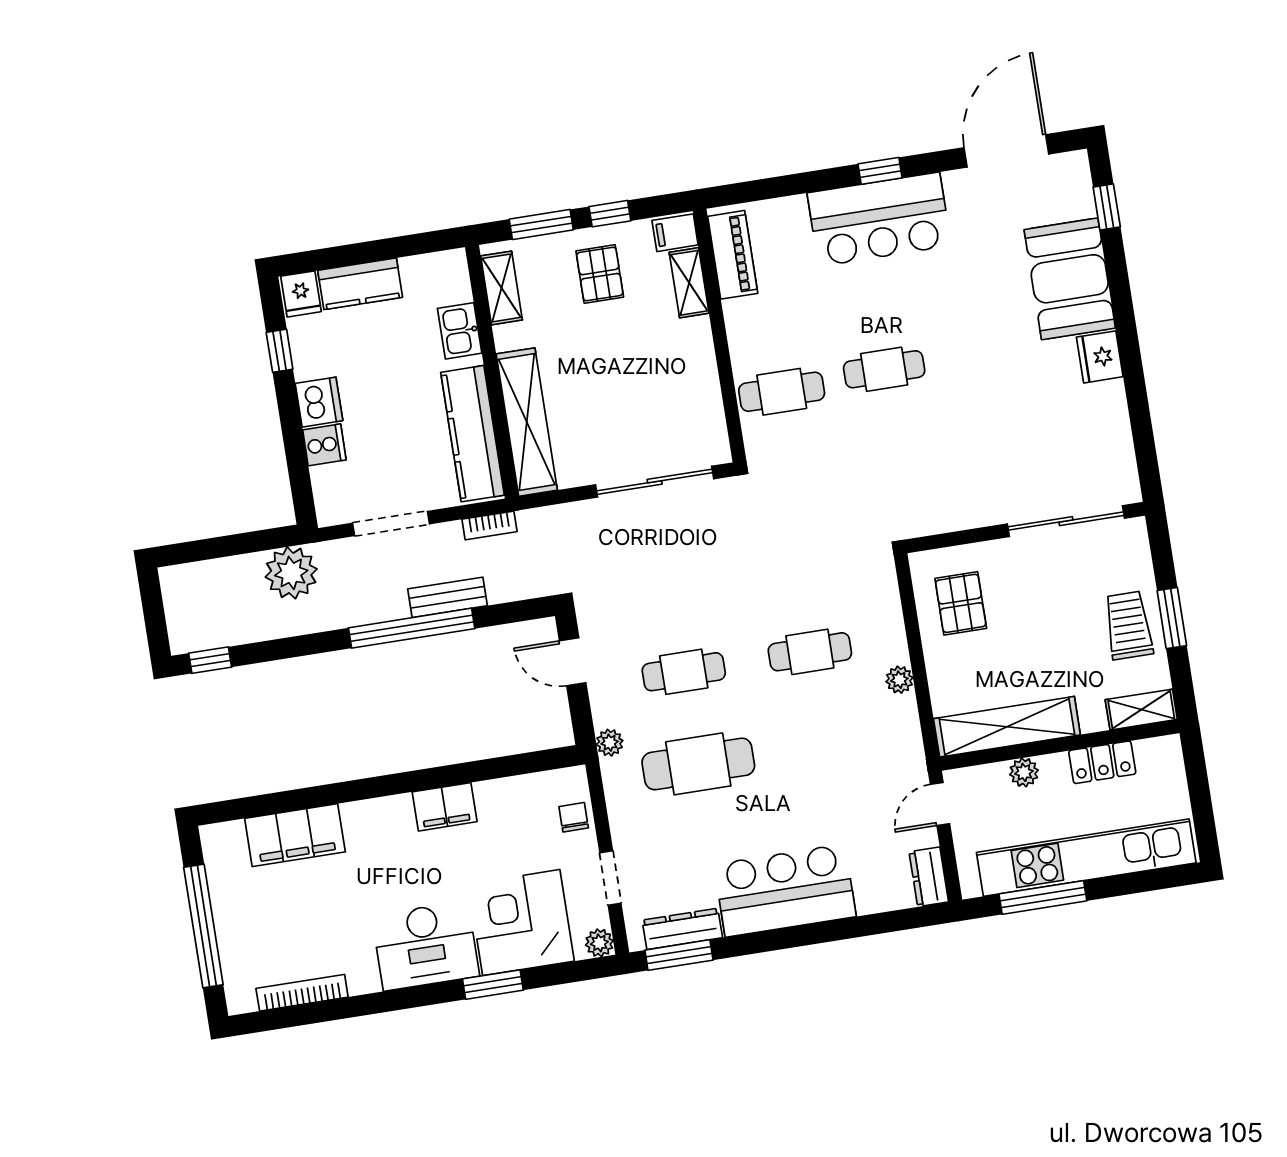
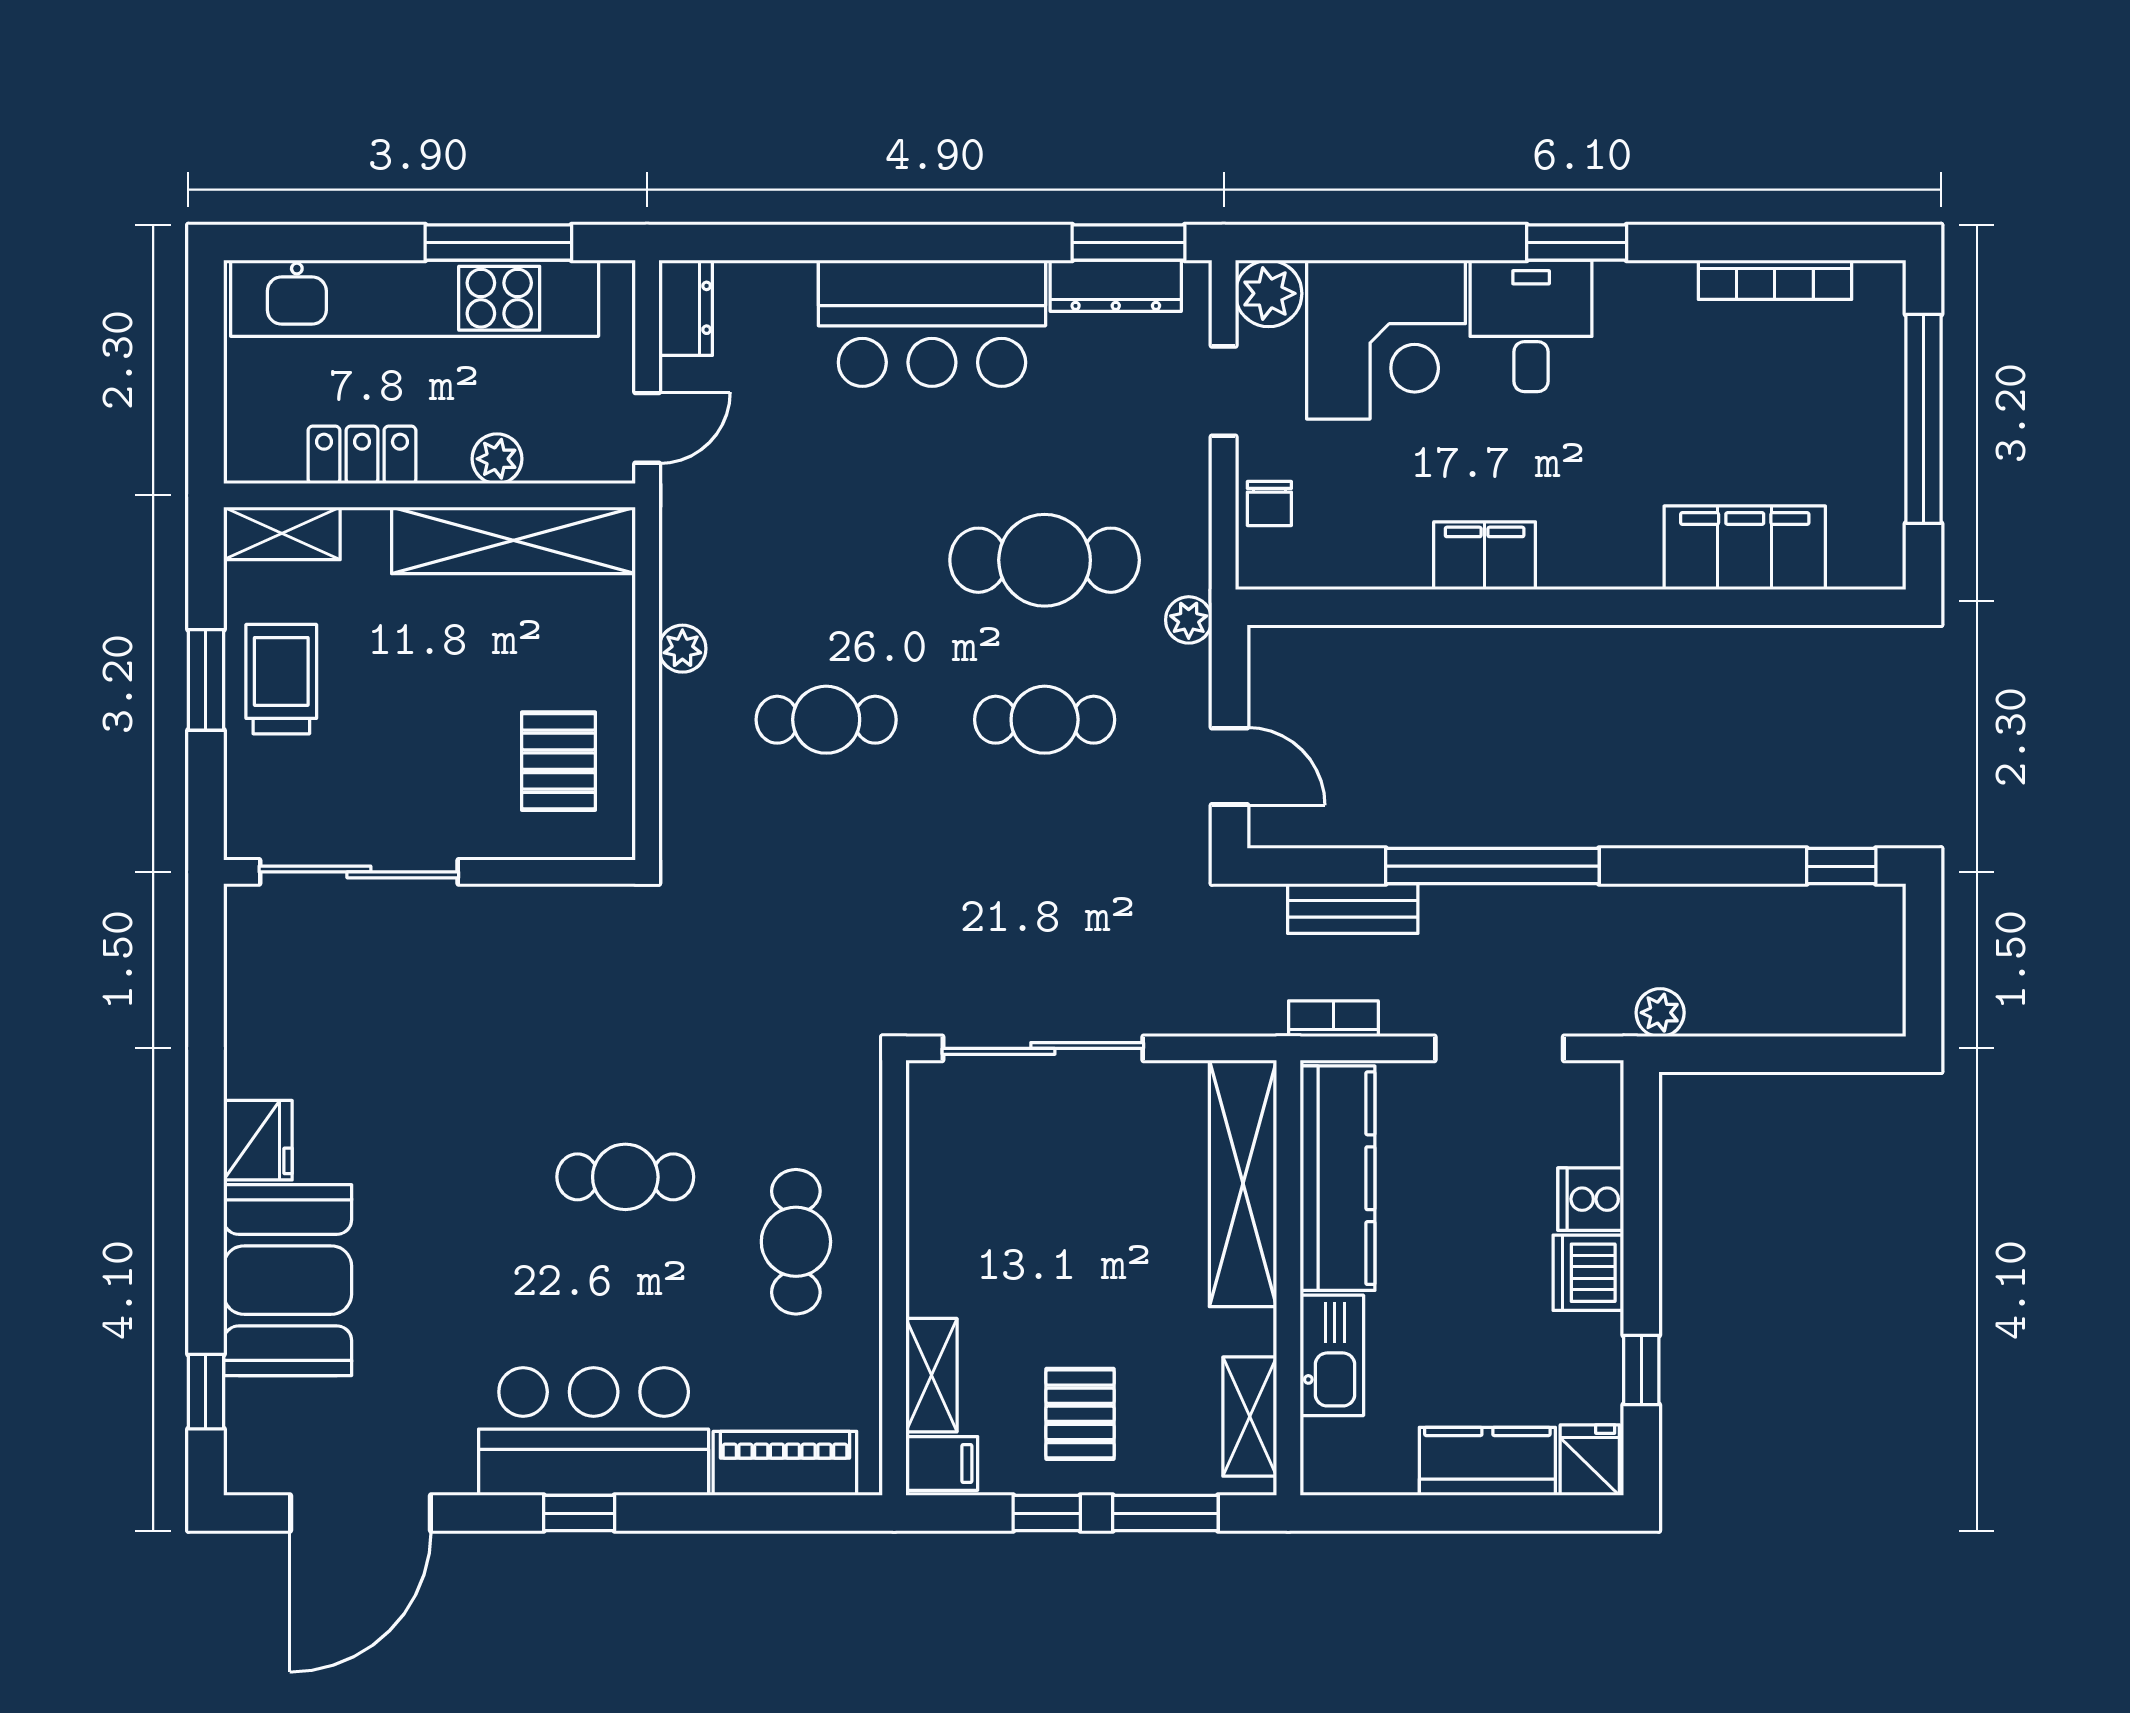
piano: (733, 255) -> (785, 1463), moved, turned 90
kitchen sink: (460, 331) -> (1332, 1355), width x1.38
cafe table: (782, 392) -> (796, 1242), moved, turned 90
plant: (291, 573) -> (1660, 1013), width x0.53, depth x0.53
bench: (448, 597) -> (1353, 909), moved
trolley: (1128, 625) -> (281, 679), turned 180
plant: (599, 943) -> (1269, 293), width x1.38, depth x1.38
desk: (426, 946) -> (1531, 326), width x0.73
window: (493, 985) -> (1577, 243), moved

